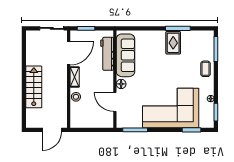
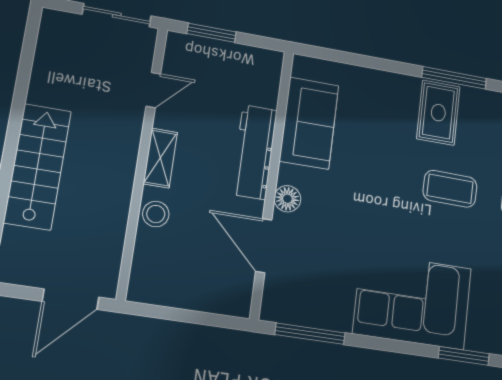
door: (69, 53) -> (153, 90), width x0.53
workbench: (107, 54) -> (254, 152), moved
sofa: (125, 55) -> (309, 123), width x0.73
coffee table: (180, 71) -> (450, 189), added
corner sofa: (171, 108) -> (412, 301), width x0.73, depth x0.74

